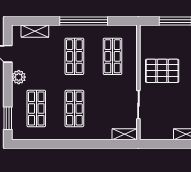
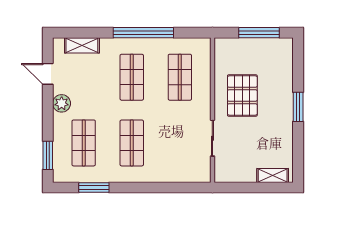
pallet: (162, 71) -> (242, 96), turned 90
shelving: (125, 134) -> (195, 175), removed
window: (44, 144) -> (94, 188), added

